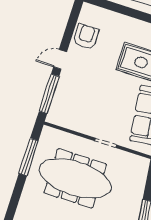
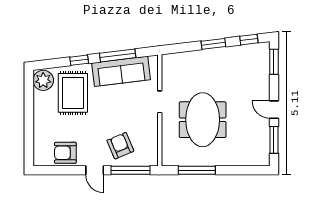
armchair: (76, 92) -> (120, 146), added
meeting table: (75, 178) -> (203, 120), width x0.73

